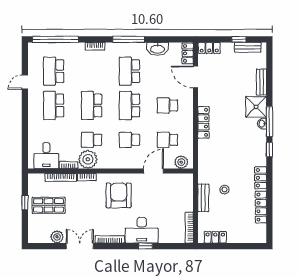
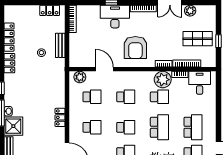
school desk: (130, 105) -> (126, 127), width x0.54
locker: (203, 122) -> (60, 117), width x0.66
door: (153, 171) -> (104, 69), swing flipped

